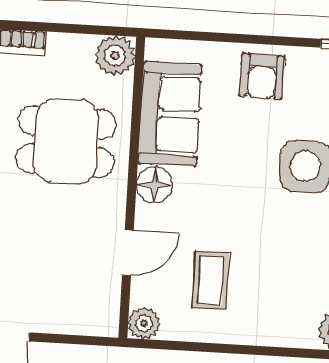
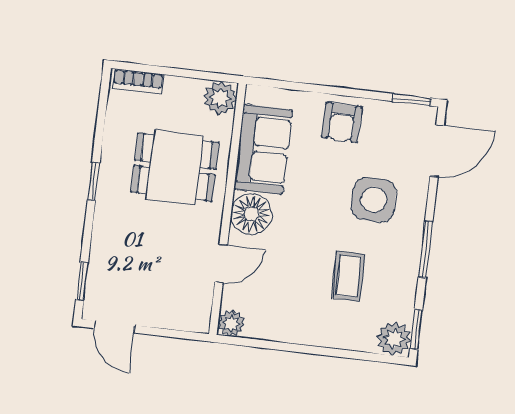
floor lamp: (154, 185) -> (251, 214), width x1.38, depth x1.38
coffee table: (211, 281) -> (348, 276), moved

